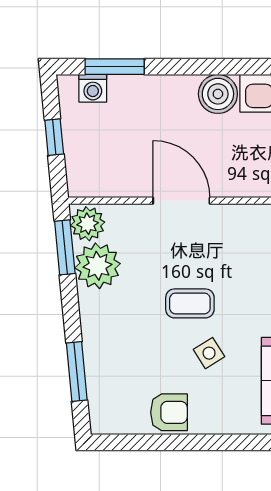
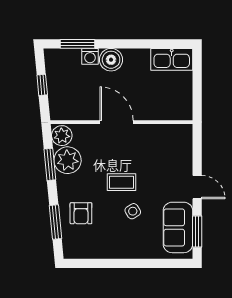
washing machine: (93, 88) -> (90, 56), moved
boiler: (218, 94) -> (111, 60), moved
window: (65, 247) -> (50, 164), moved
armchair: (169, 412) -> (81, 213), moved, turned 90

